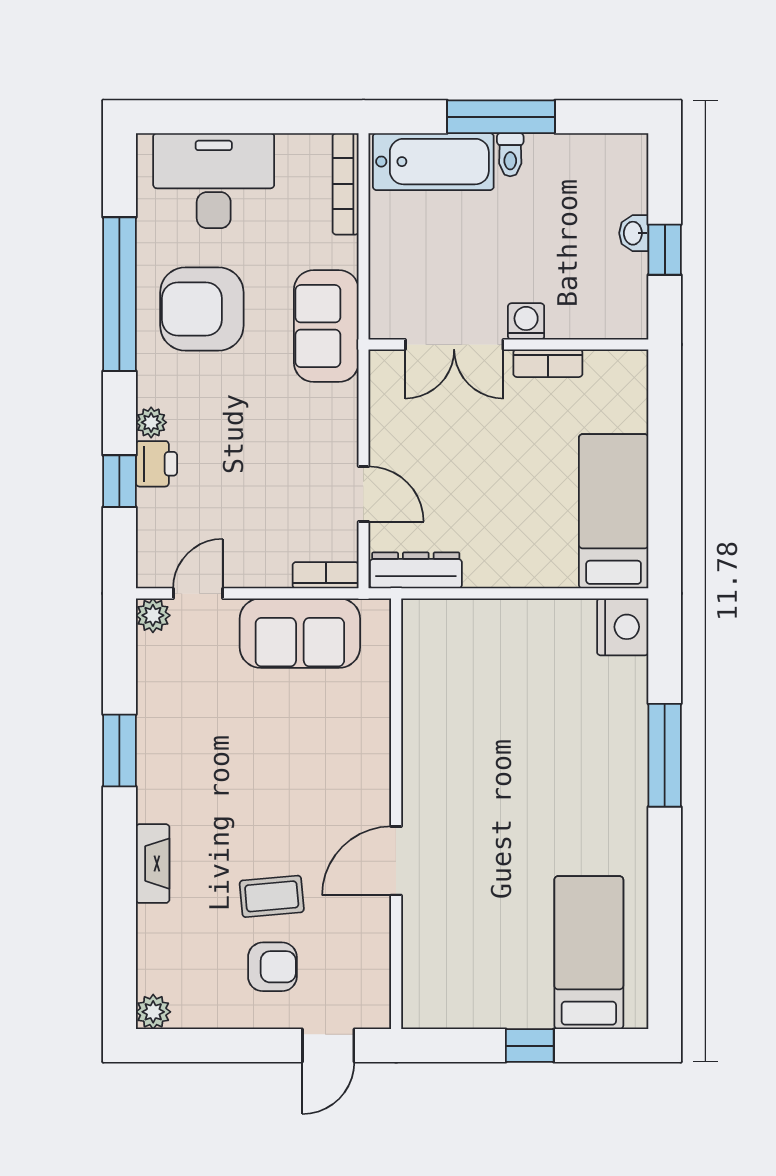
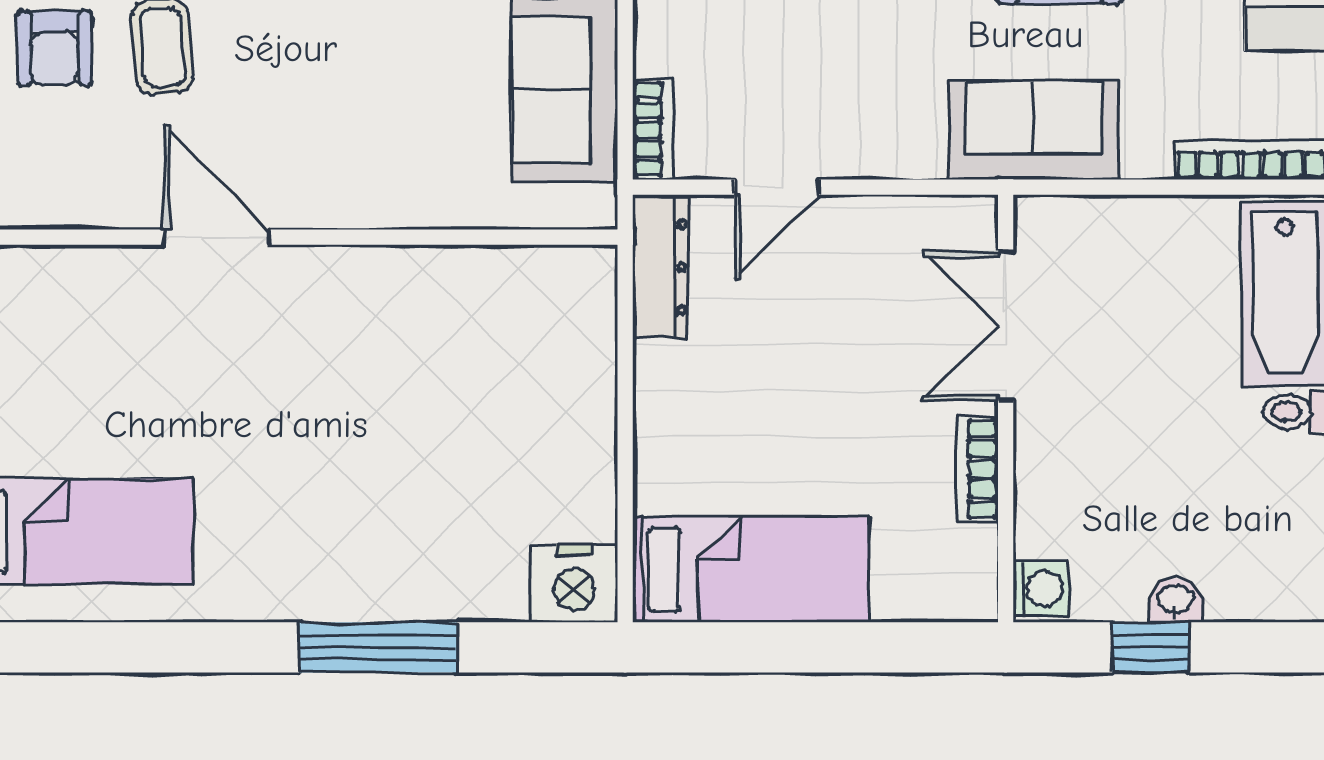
washing machine: (526, 321) -> (1041, 589), moved

